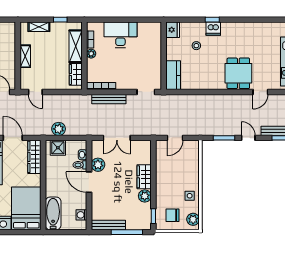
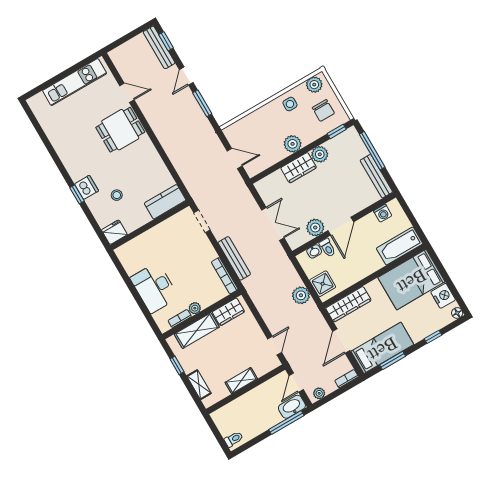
plant: (162, 182) -> (293, 144), added

